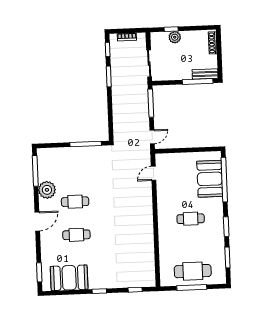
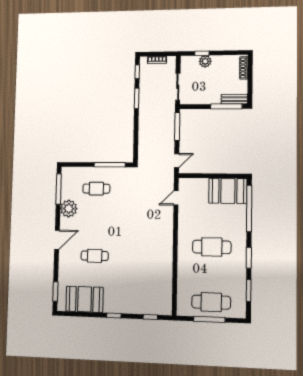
booth: (210, 179) -> (228, 191), moved, turned 90
cafe table: (75, 202) -> (96, 189), moved
cafe table: (191, 219) -> (212, 247), width x1.37, depth x1.35

